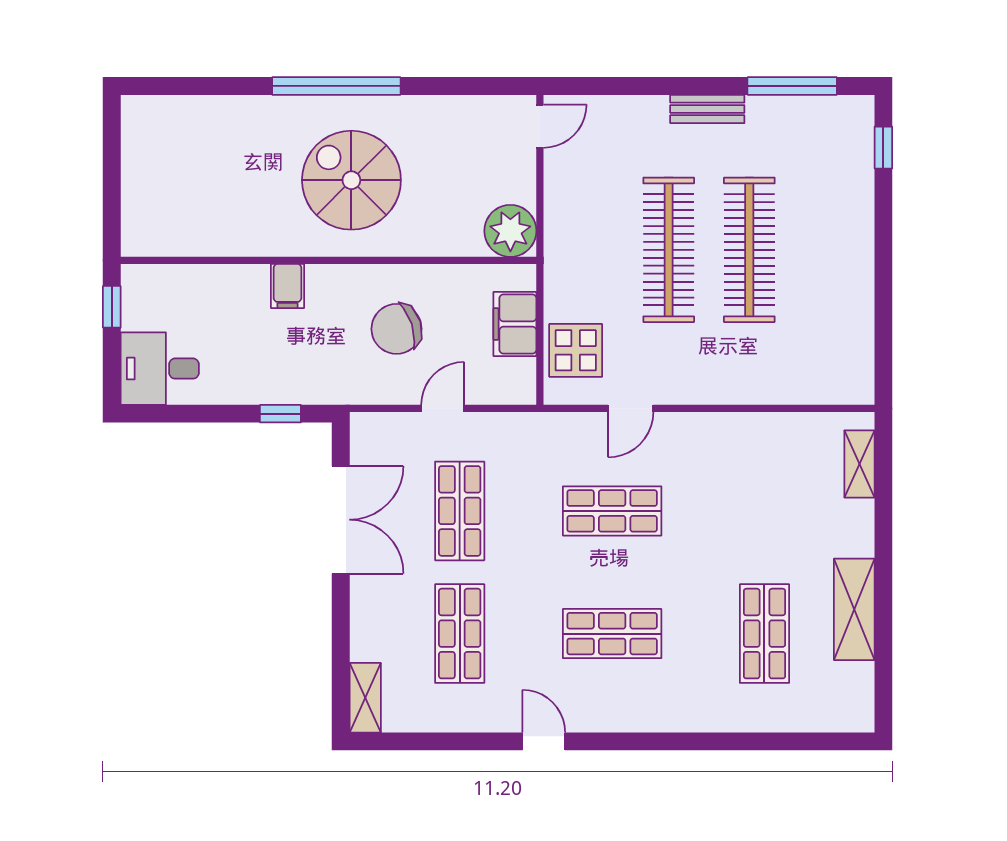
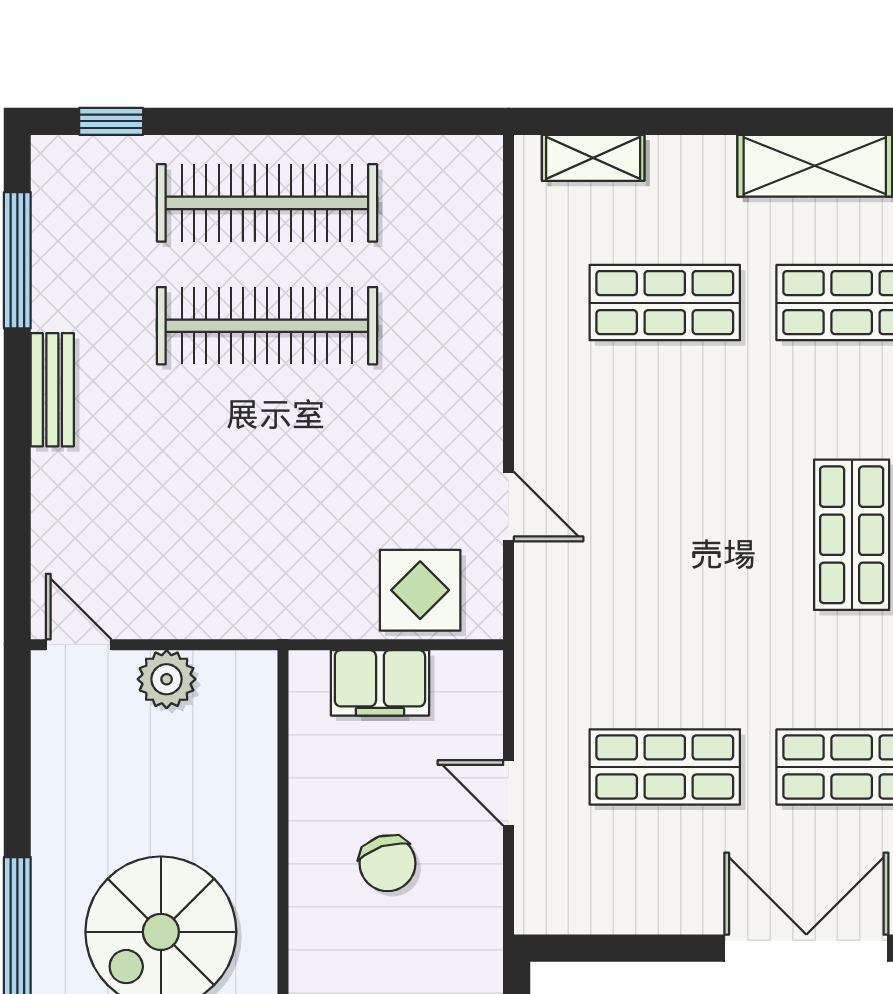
plant: (510, 231) -> (167, 679), moved, width x0.73, depth x0.73
clothes rail: (669, 250) -> (267, 203), moved
chair: (397, 329) -> (387, 863), width x0.73, depth x0.73
shop shelf: (612, 511) -> (665, 303), moved, turned 90
double door: (341, 520) -> (806, 948), moved

